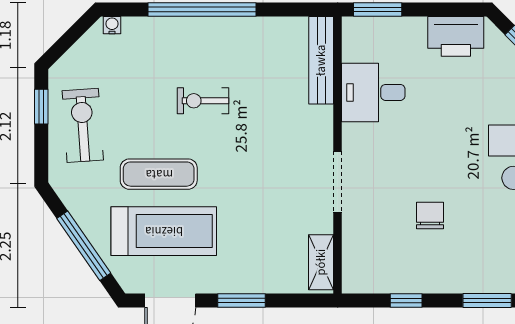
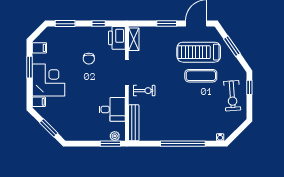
plant: (367, 28) -> (115, 136), added
printer: (456, 36) -> (117, 38), moved, turned -90
exercise bike: (203, 101) -> (144, 91), moved
window: (41, 107) -> (249, 87), moved
window: (84, 246) -> (232, 46), width x0.69

